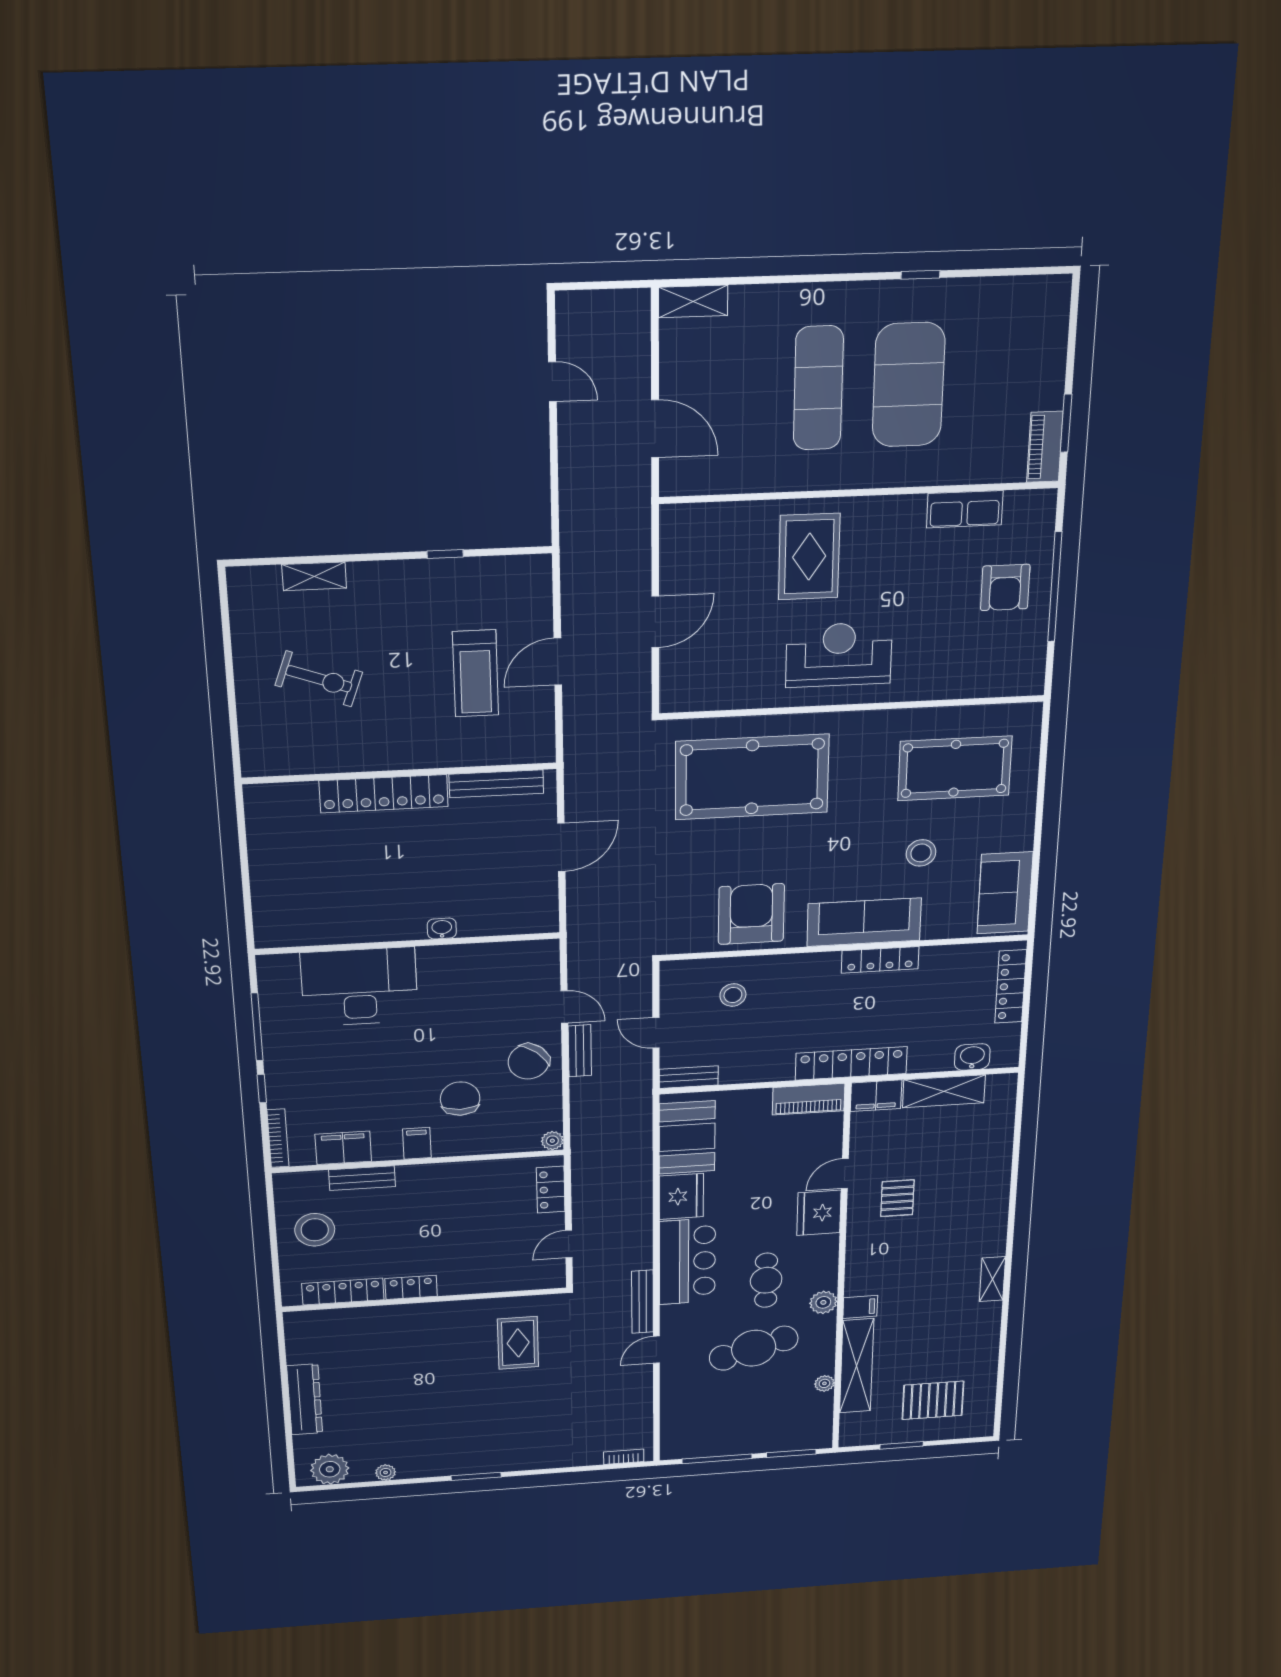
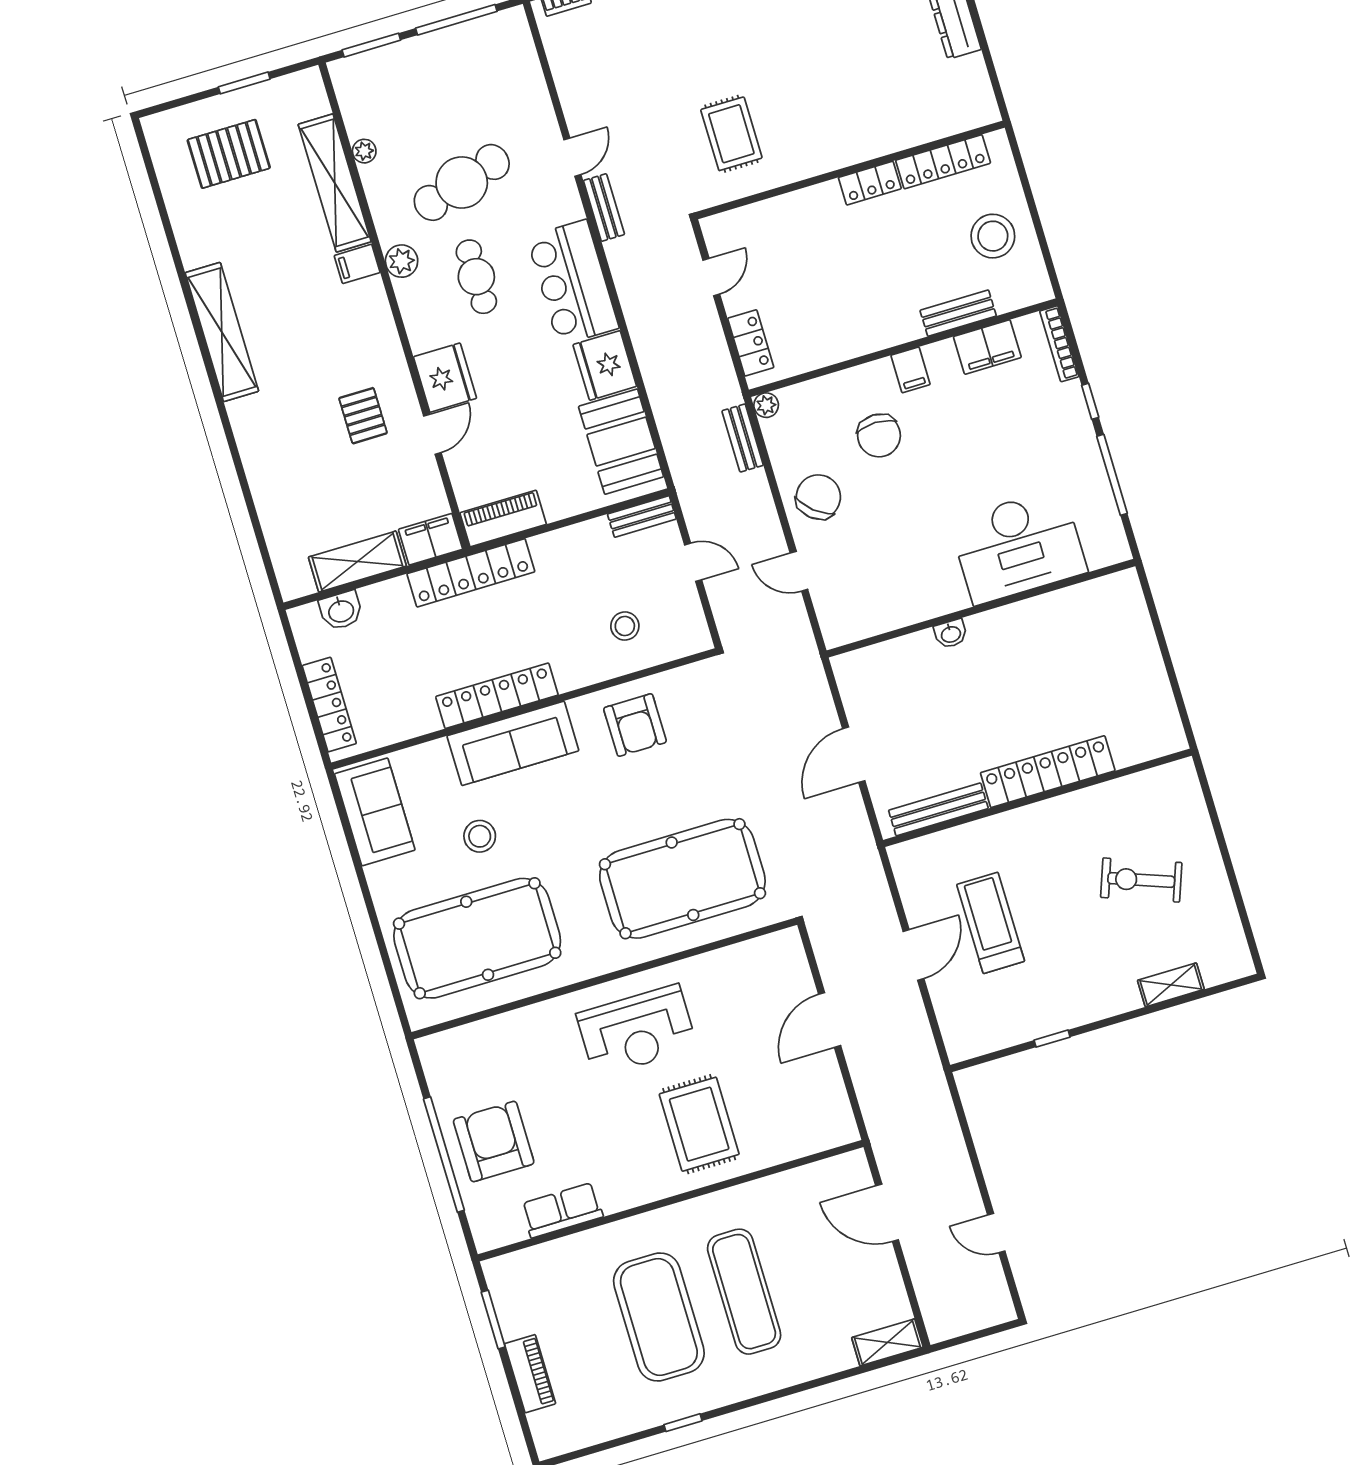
piano: (1045, 447) -> (530, 1374), moved
armchair: (1005, 587) -> (494, 1142), width x1.36, depth x1.36
pool table: (955, 768) -> (477, 938), width x1.36, depth x1.32
armchair: (751, 914) -> (635, 725), width x0.73, depth x0.73
locker: (880, 960) -> (497, 696), width x1.41, depth x1.21
bench: (580, 1051) -> (743, 438), moved
shelving: (992, 1279) -> (222, 332), width x2.20, depth x1.33
bench: (643, 1302) -> (604, 208), width x0.73

